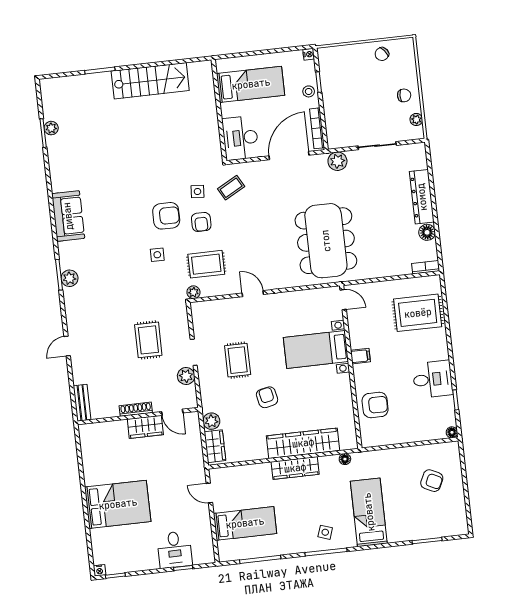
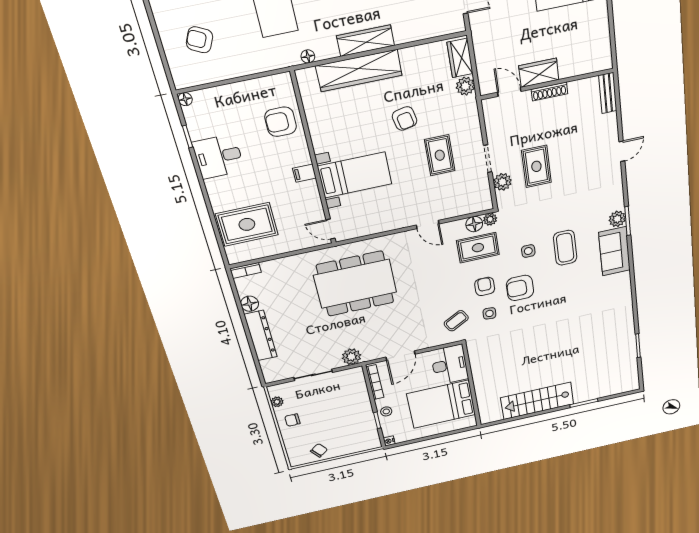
bed: (251, 84) -> (441, 404), width x1.50
plant: (51, 128) -> (630, 351), removed
door: (289, 156) -> (400, 356), width x0.73
sofa: (68, 216) -> (615, 251), moved
dining table: (326, 241) -> (355, 284), turned 90
coffee table: (121, 254) -> (565, 248), added
floor lamp: (209, 289) -> (474, 224), added
plant: (186, 376) -> (502, 182), moved

